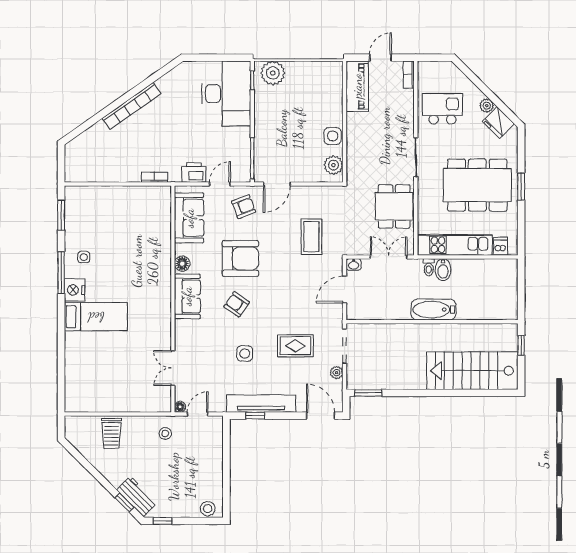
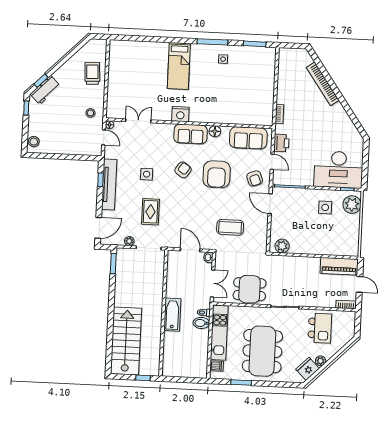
bookcase: (132, 106) -> (323, 84), moved
side table: (333, 136) -> (325, 207), moved
window: (521, 186) -> (241, 382), moved
nightstand: (75, 290) -> (180, 114), moved, turned 180
trolley: (111, 433) -> (92, 73), turned 87

